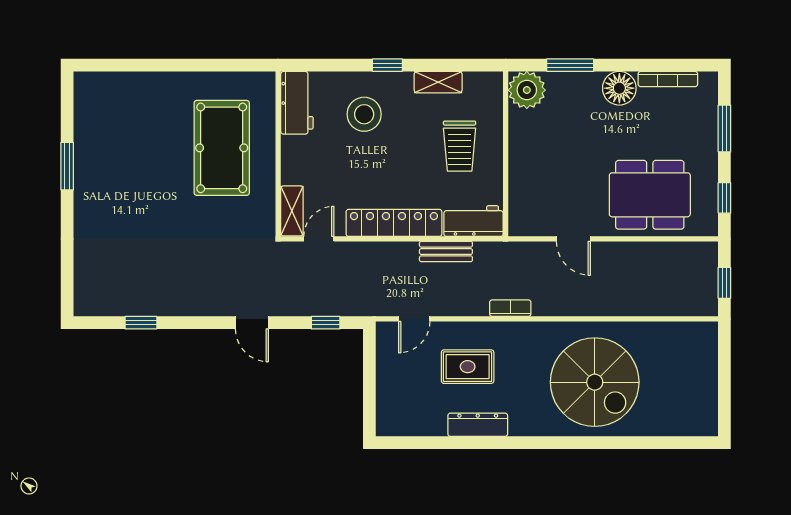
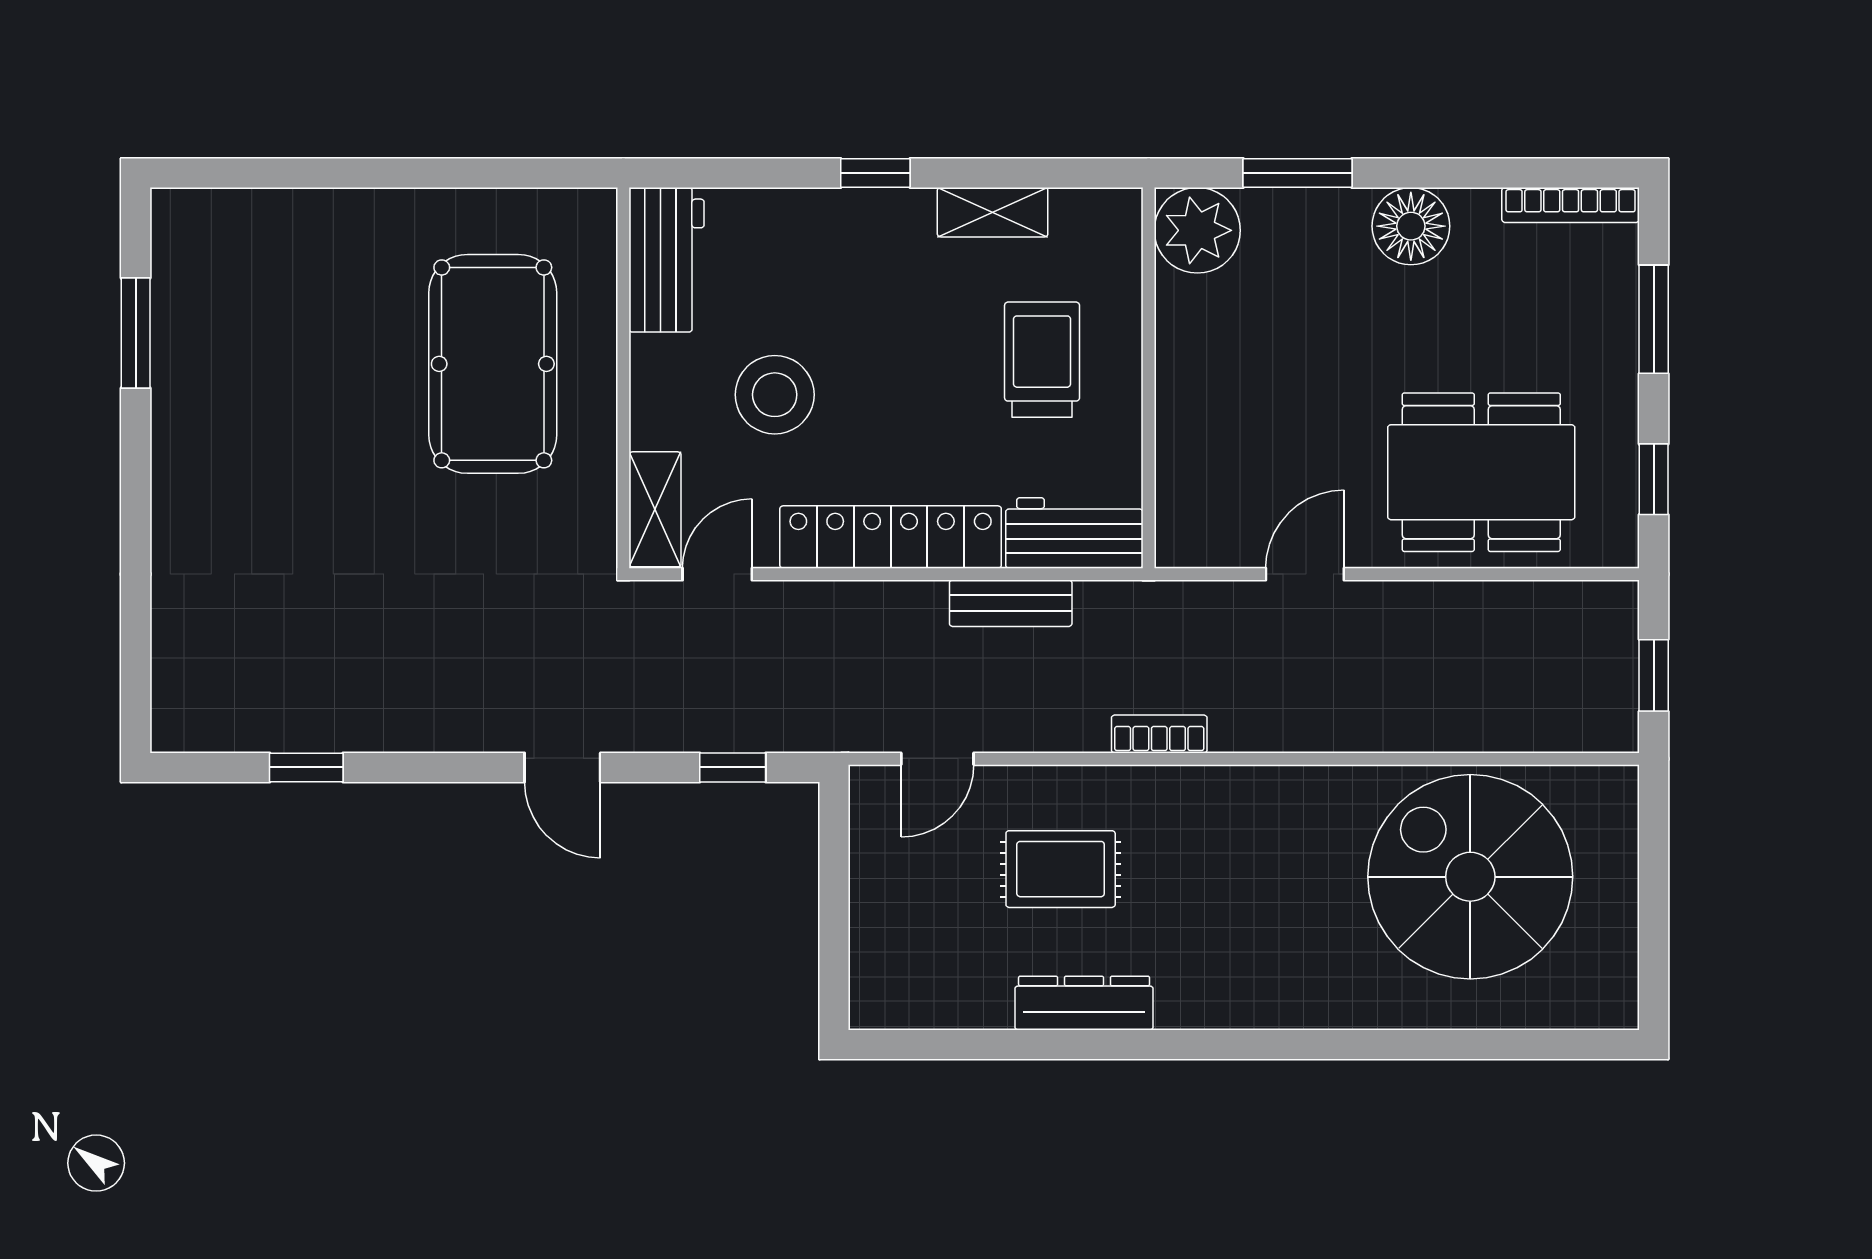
bookcase: (668, 79) -> (1571, 205), moved
stool: (364, 114) -> (775, 395), moved
trolley: (460, 146) -> (1042, 360), turned 180
window: (67, 166) -> (136, 333), moved
door: (573, 239) -> (1305, 574), swing flipped
spiral stairs: (595, 382) -> (1470, 877), moved, turned 180

